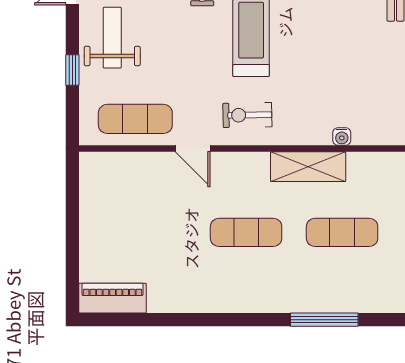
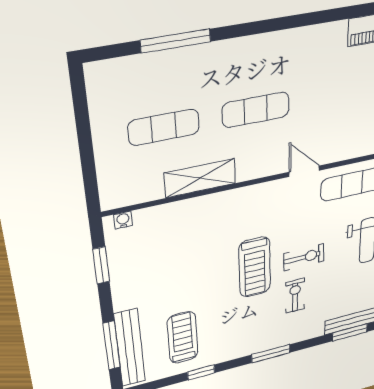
exercise bike: (247, 115) -> (304, 257), moved
water cooler: (342, 137) -> (123, 220), moved

